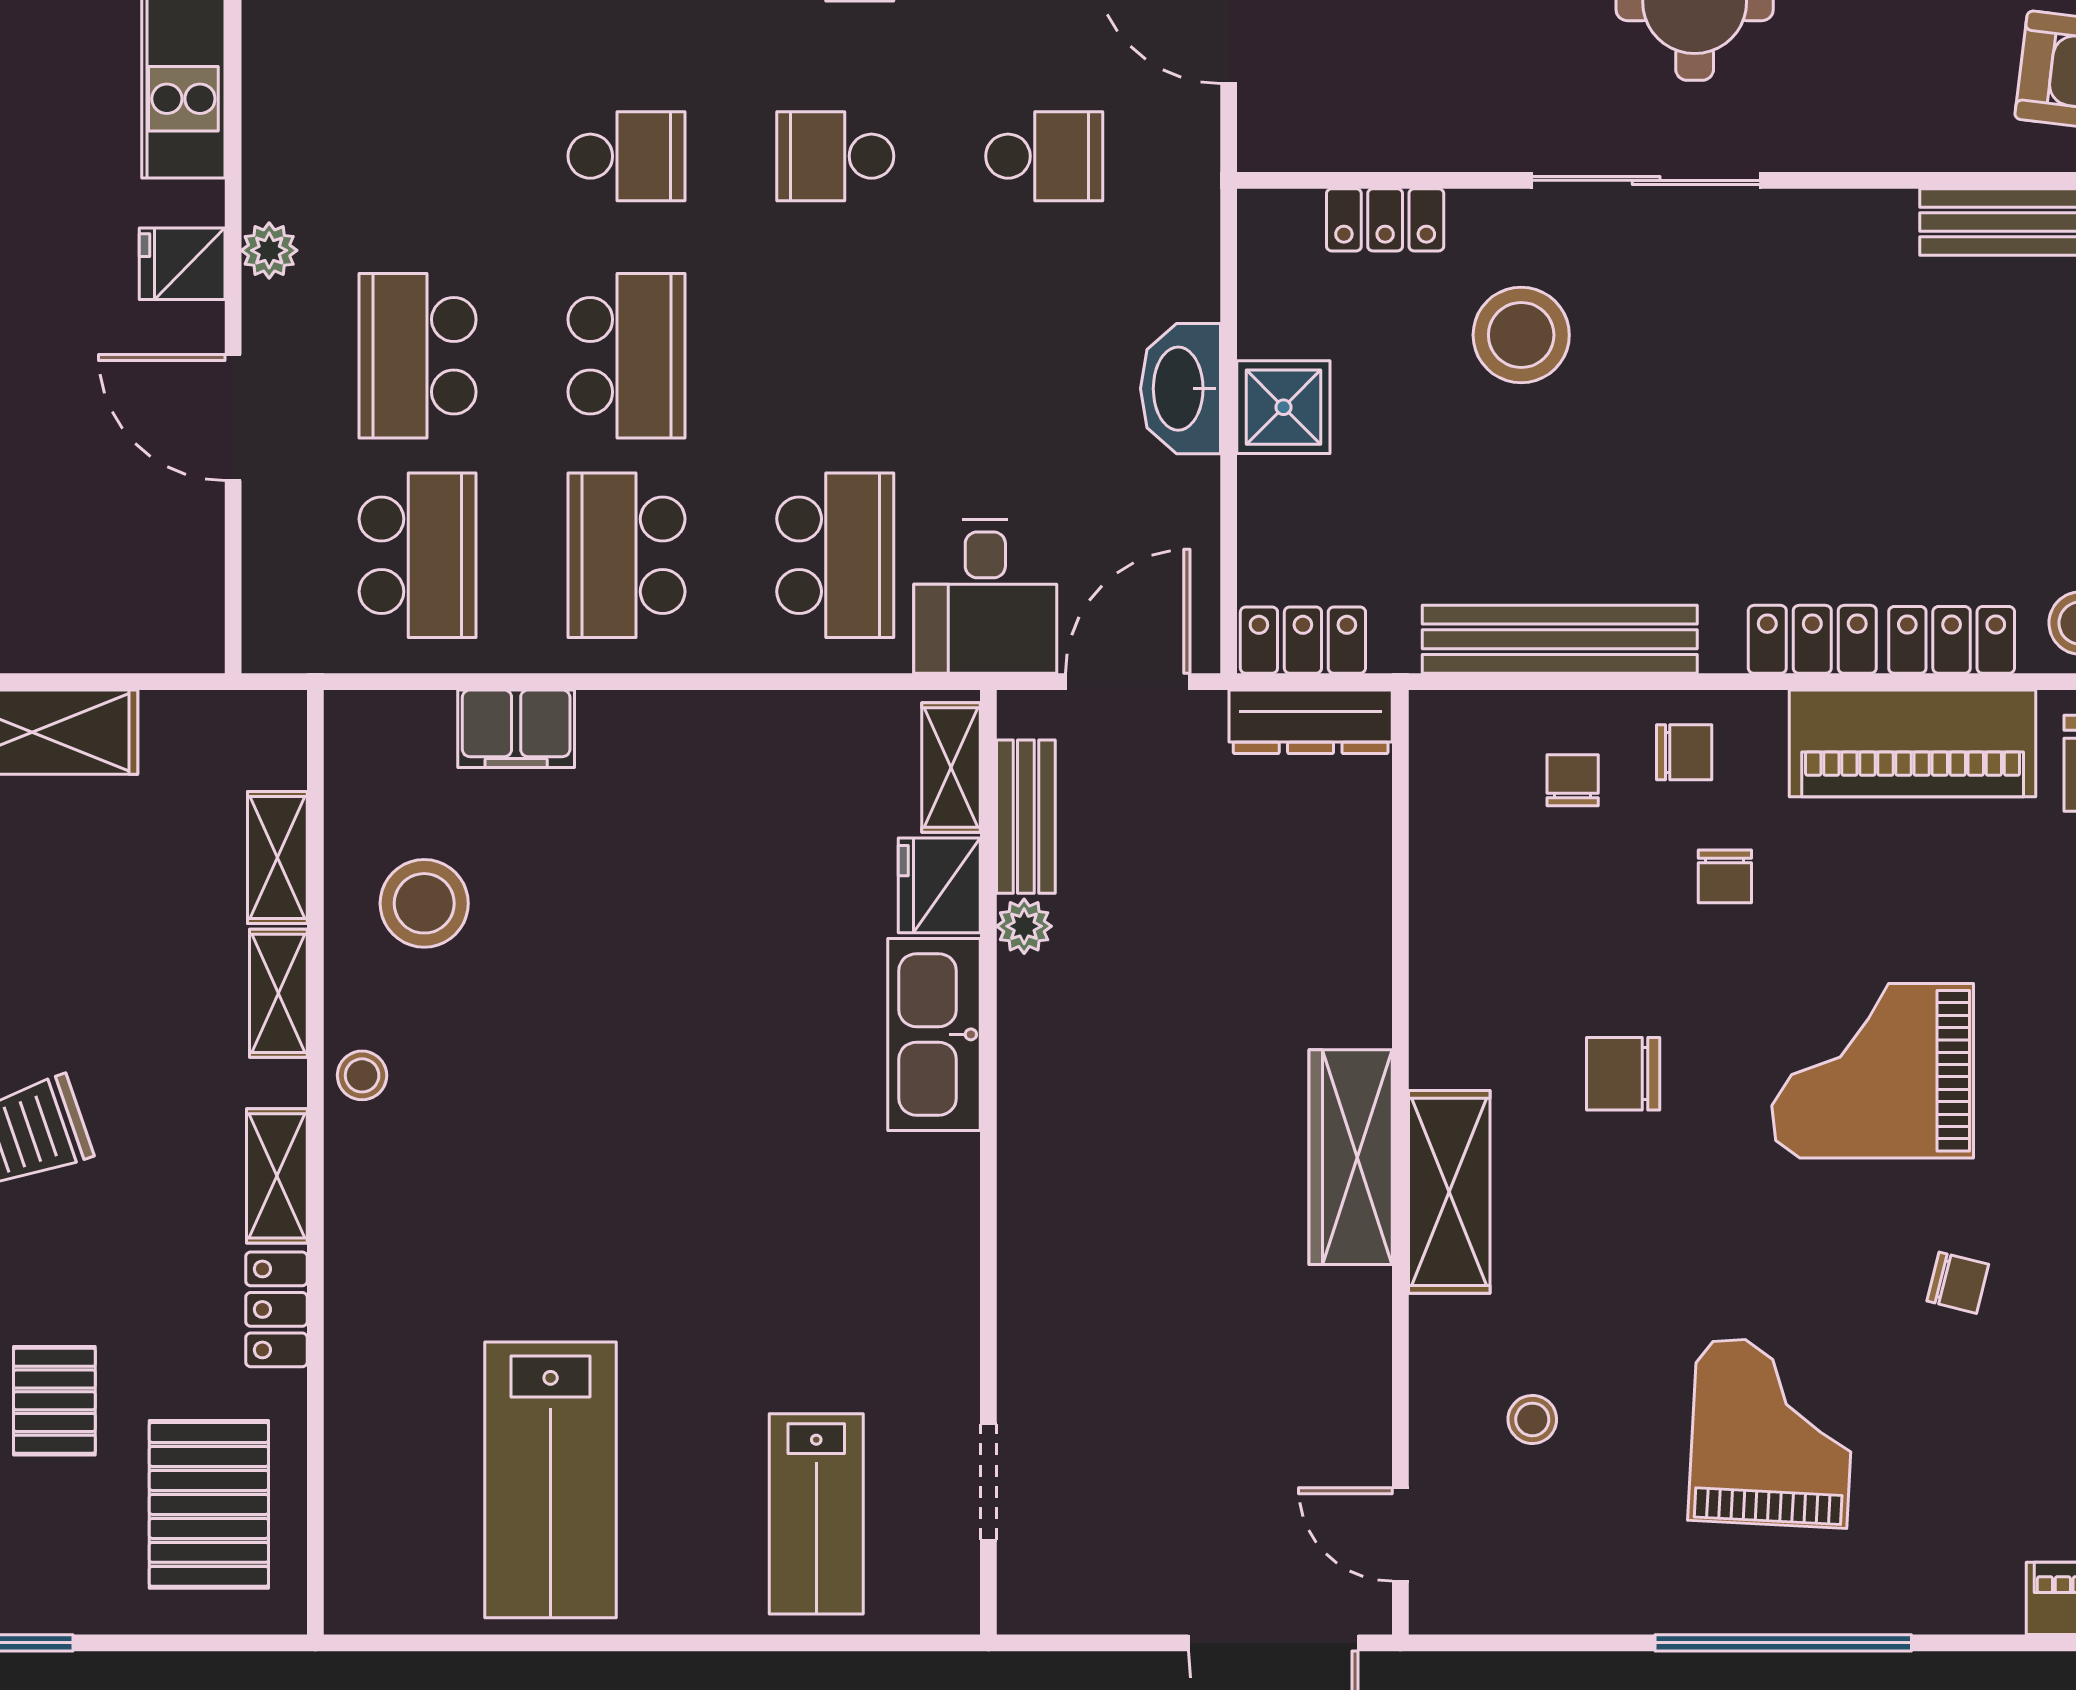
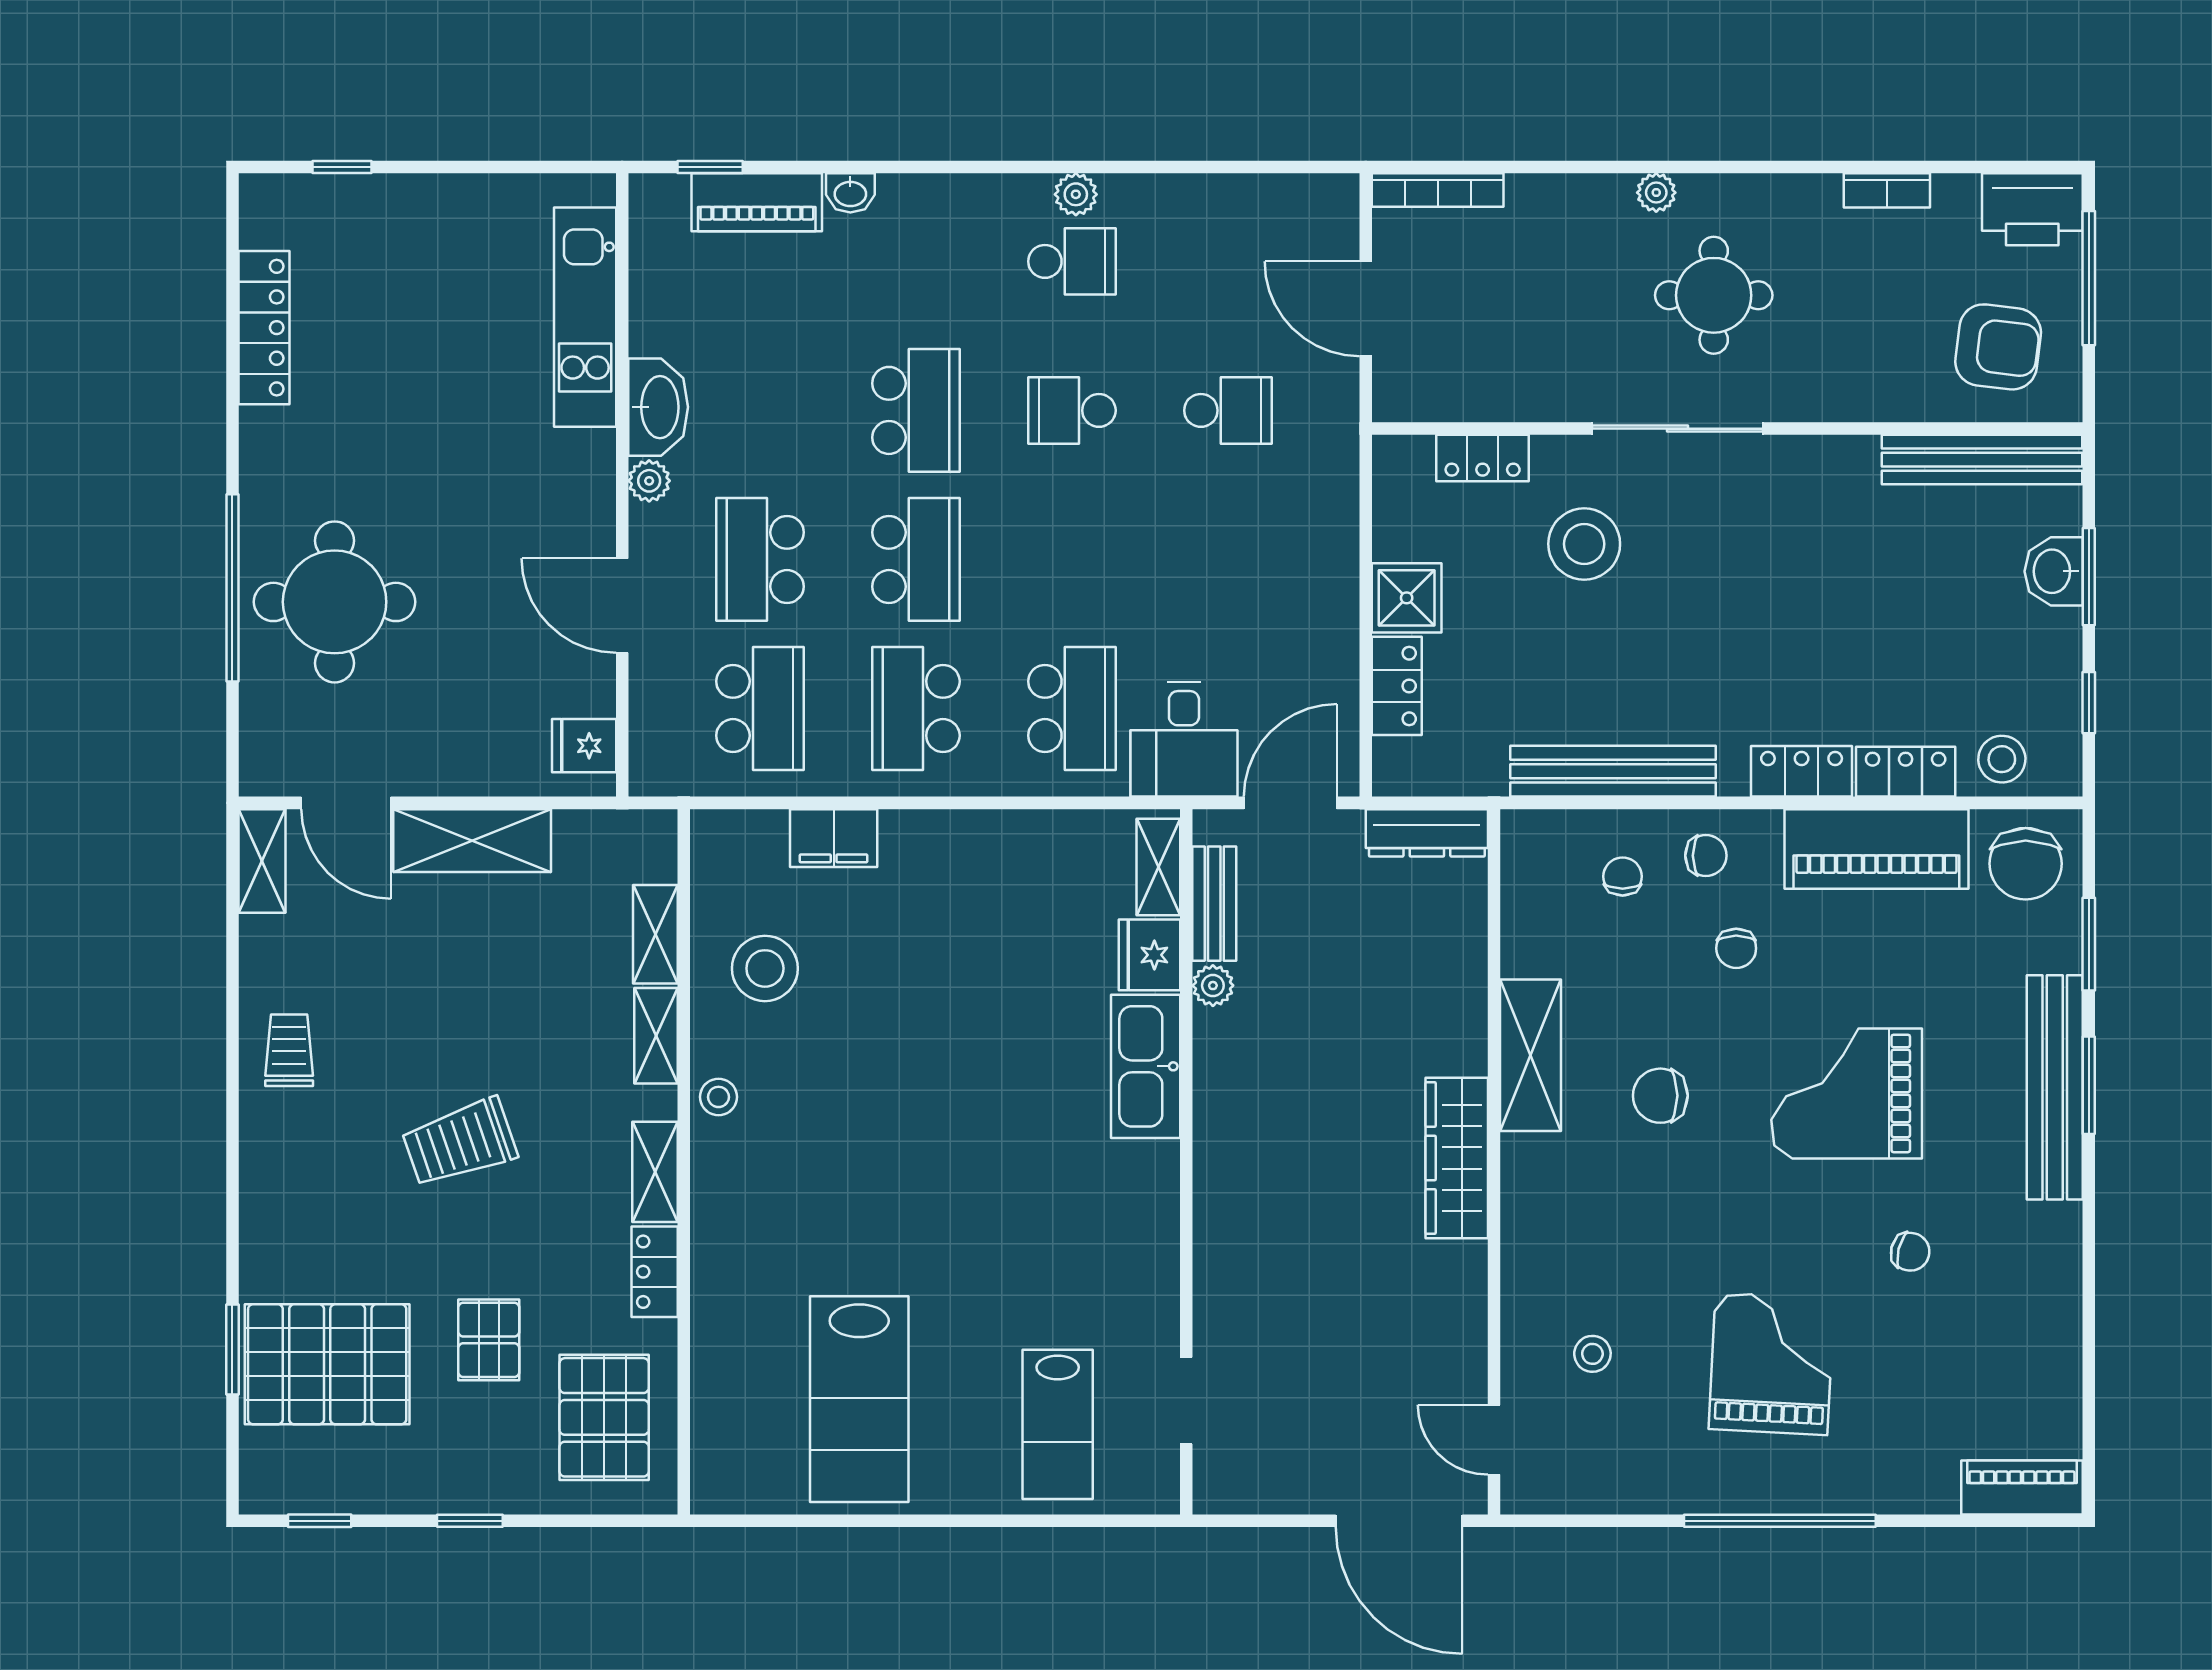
school desk: (626, 156) -> (916, 410), width x1.85
fridge: (182, 264) -> (584, 746), moved
washbasin: (1181, 389) -> (658, 407), moved, turned 180
locker: (1303, 640) -> (1397, 686), moved, turned 90
shelving: (1449, 1192) -> (1530, 1055), moved

